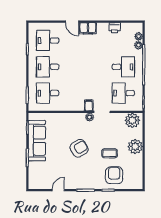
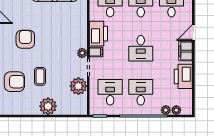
printer: (115, 28) -> (183, 76), width x1.87, depth x1.48
desk: (85, 67) -> (141, 48), added
desk: (123, 67) -> (141, 92), turned 180
printer: (73, 103) -> (98, 34), added
plant: (132, 120) -> (78, 86), moved
armchair: (79, 148) -> (25, 39), moved, turned -148

